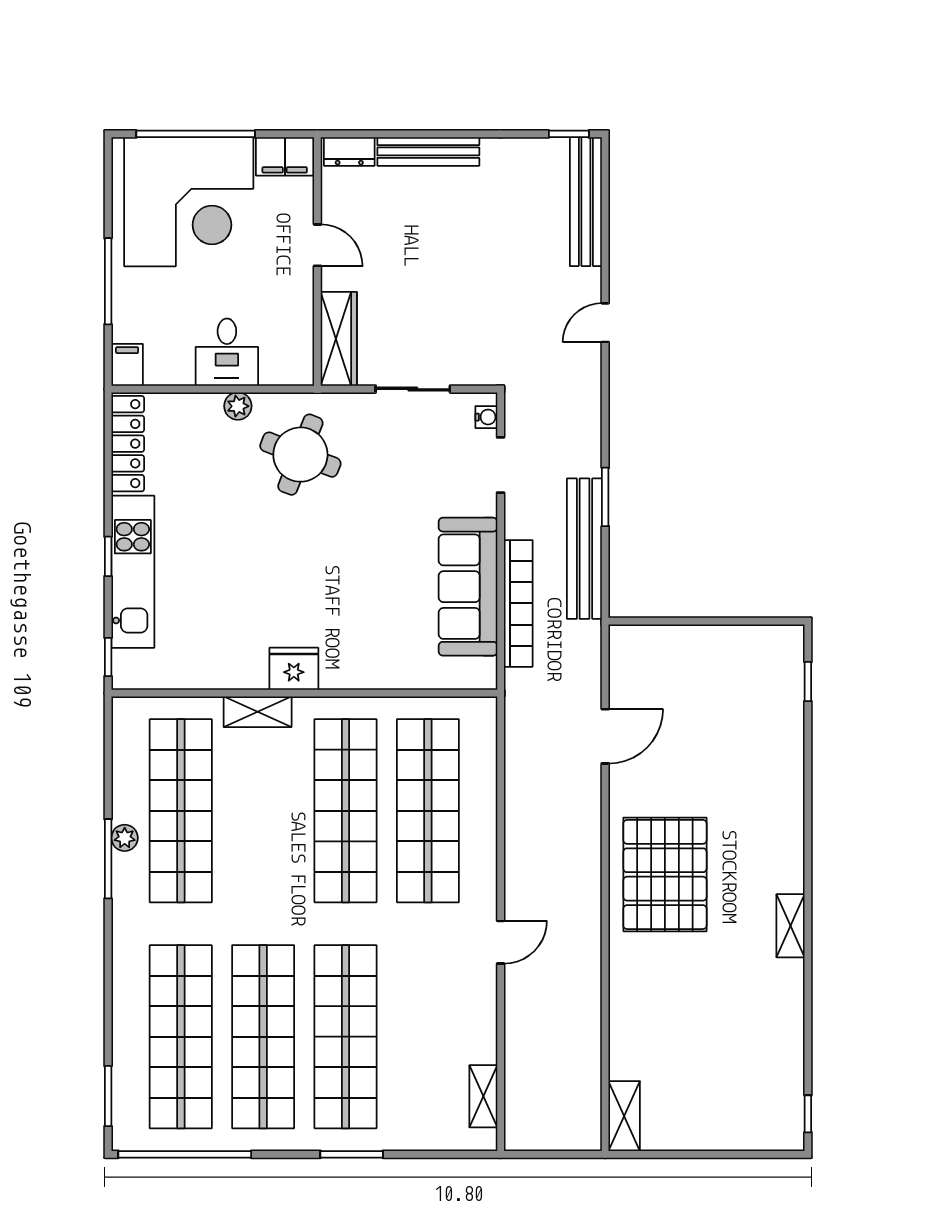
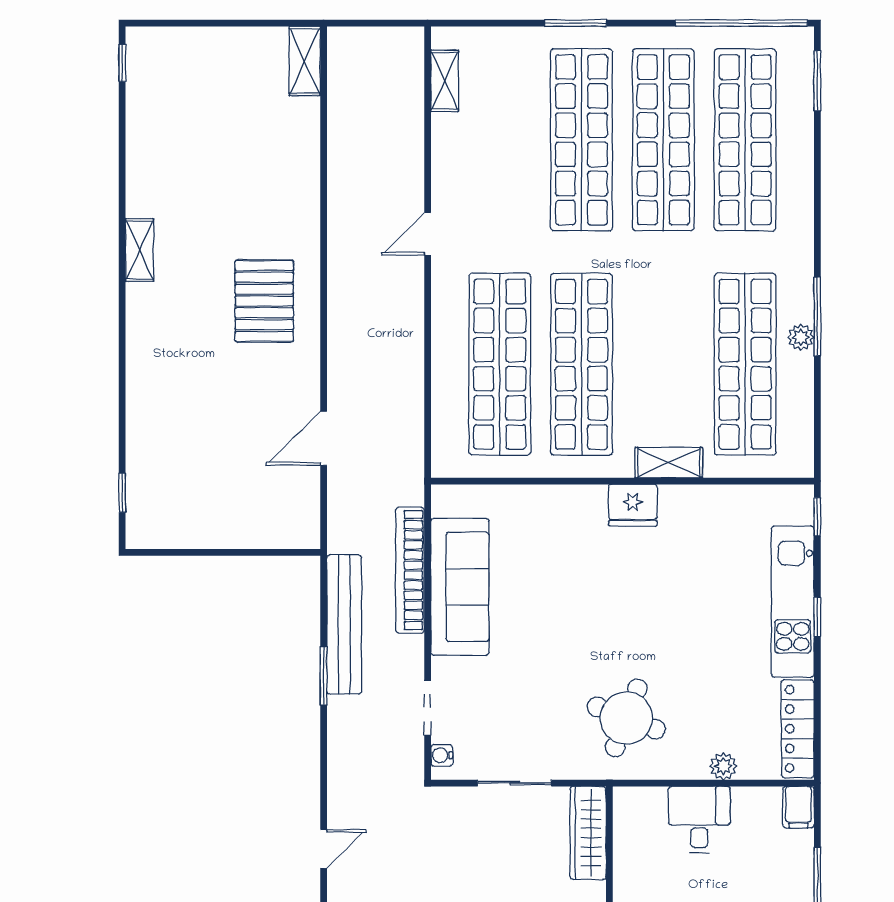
plant: (238, 406) -> (723, 766), moved
pallet: (665, 874) -> (264, 301), width x0.73, depth x0.71

